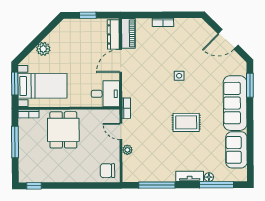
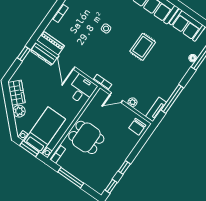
window: (88, 15) -> (24, 54), moved
wardrobe: (59, 34) -> (16, 93), added
tv unit: (190, 176) -> (156, 109), moved
window: (60, 186) -> (124, 167), added

